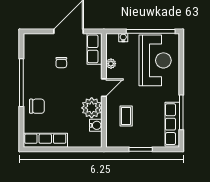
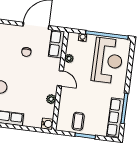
door: (104, 88) -> (60, 78), hinge flipped
plant: (92, 108) -> (51, 99), width x0.53, depth x0.53
coffee table: (126, 116) -> (78, 121), moved
water cooler: (96, 125) -> (47, 124), moved

